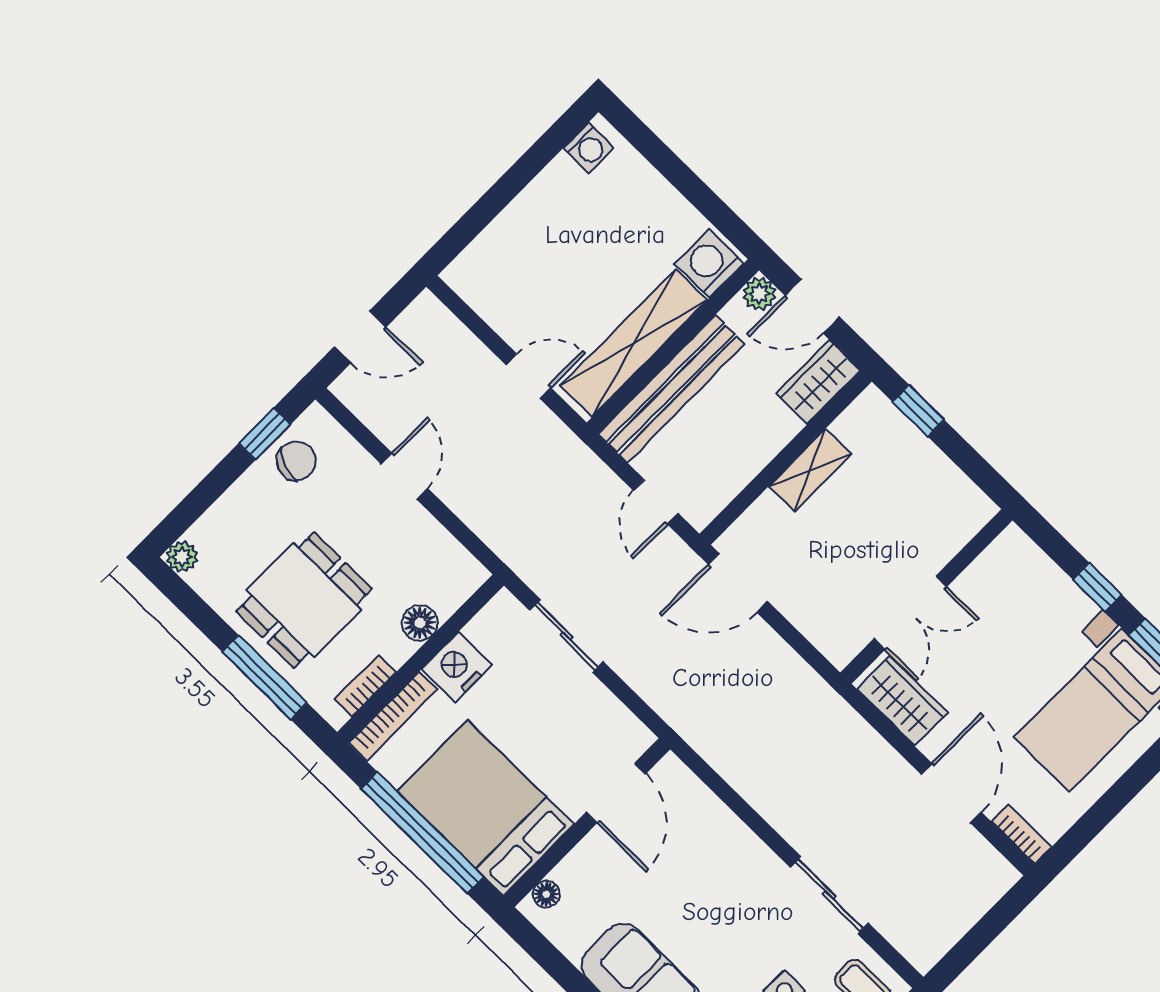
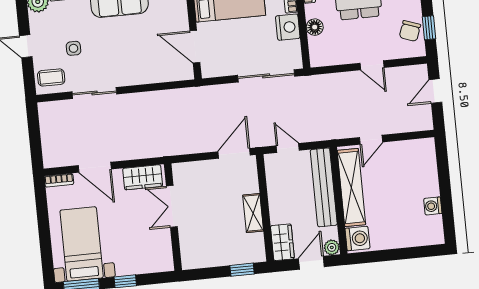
washing machine: (589, 148) -> (433, 206), moved
sliding door: (566, 636) -> (266, 76), width x1.37

